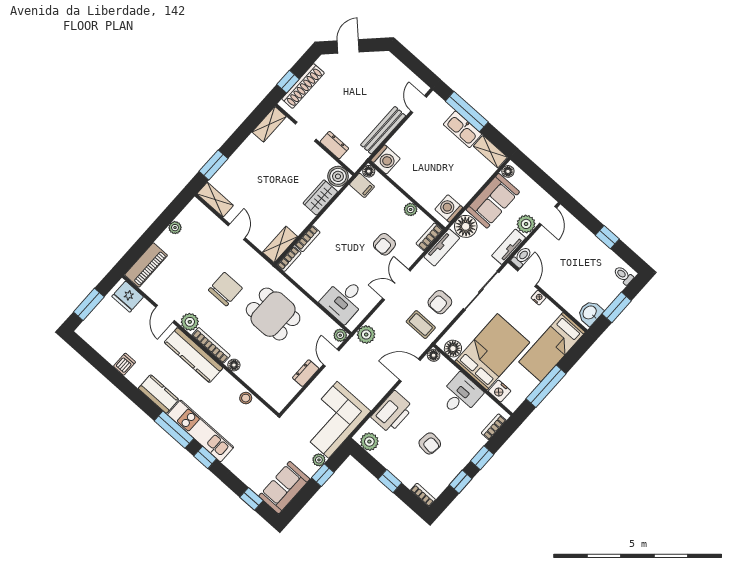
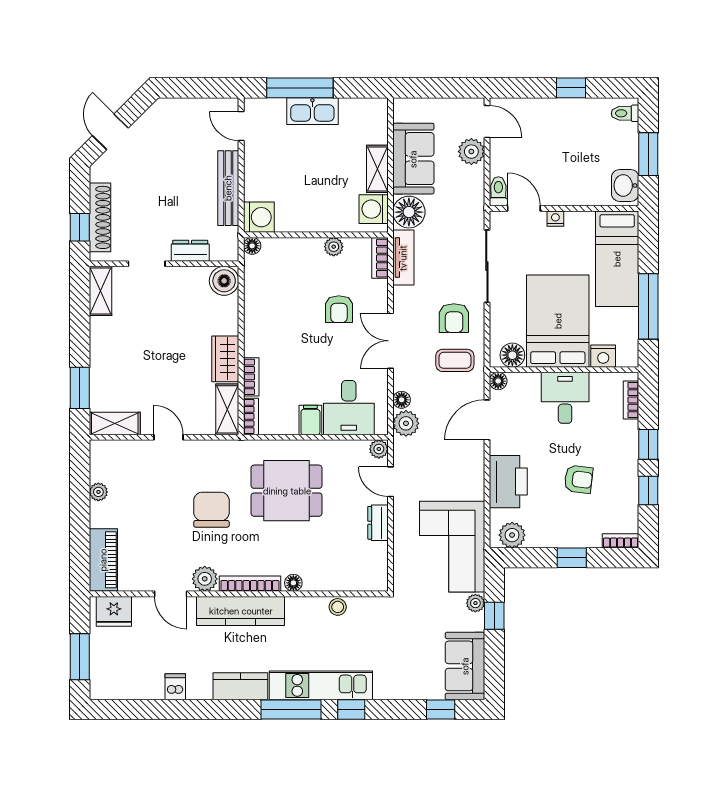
shelving: (490, 152) -> (377, 169), moved, turned 90
floor lamp: (508, 171) -> (402, 400), moved
filing cabinet: (362, 185) -> (310, 420), moved, turned -90
wardrobe: (320, 197) -> (225, 359), moved
tv unit: (509, 247) -> (475, 193), removed

